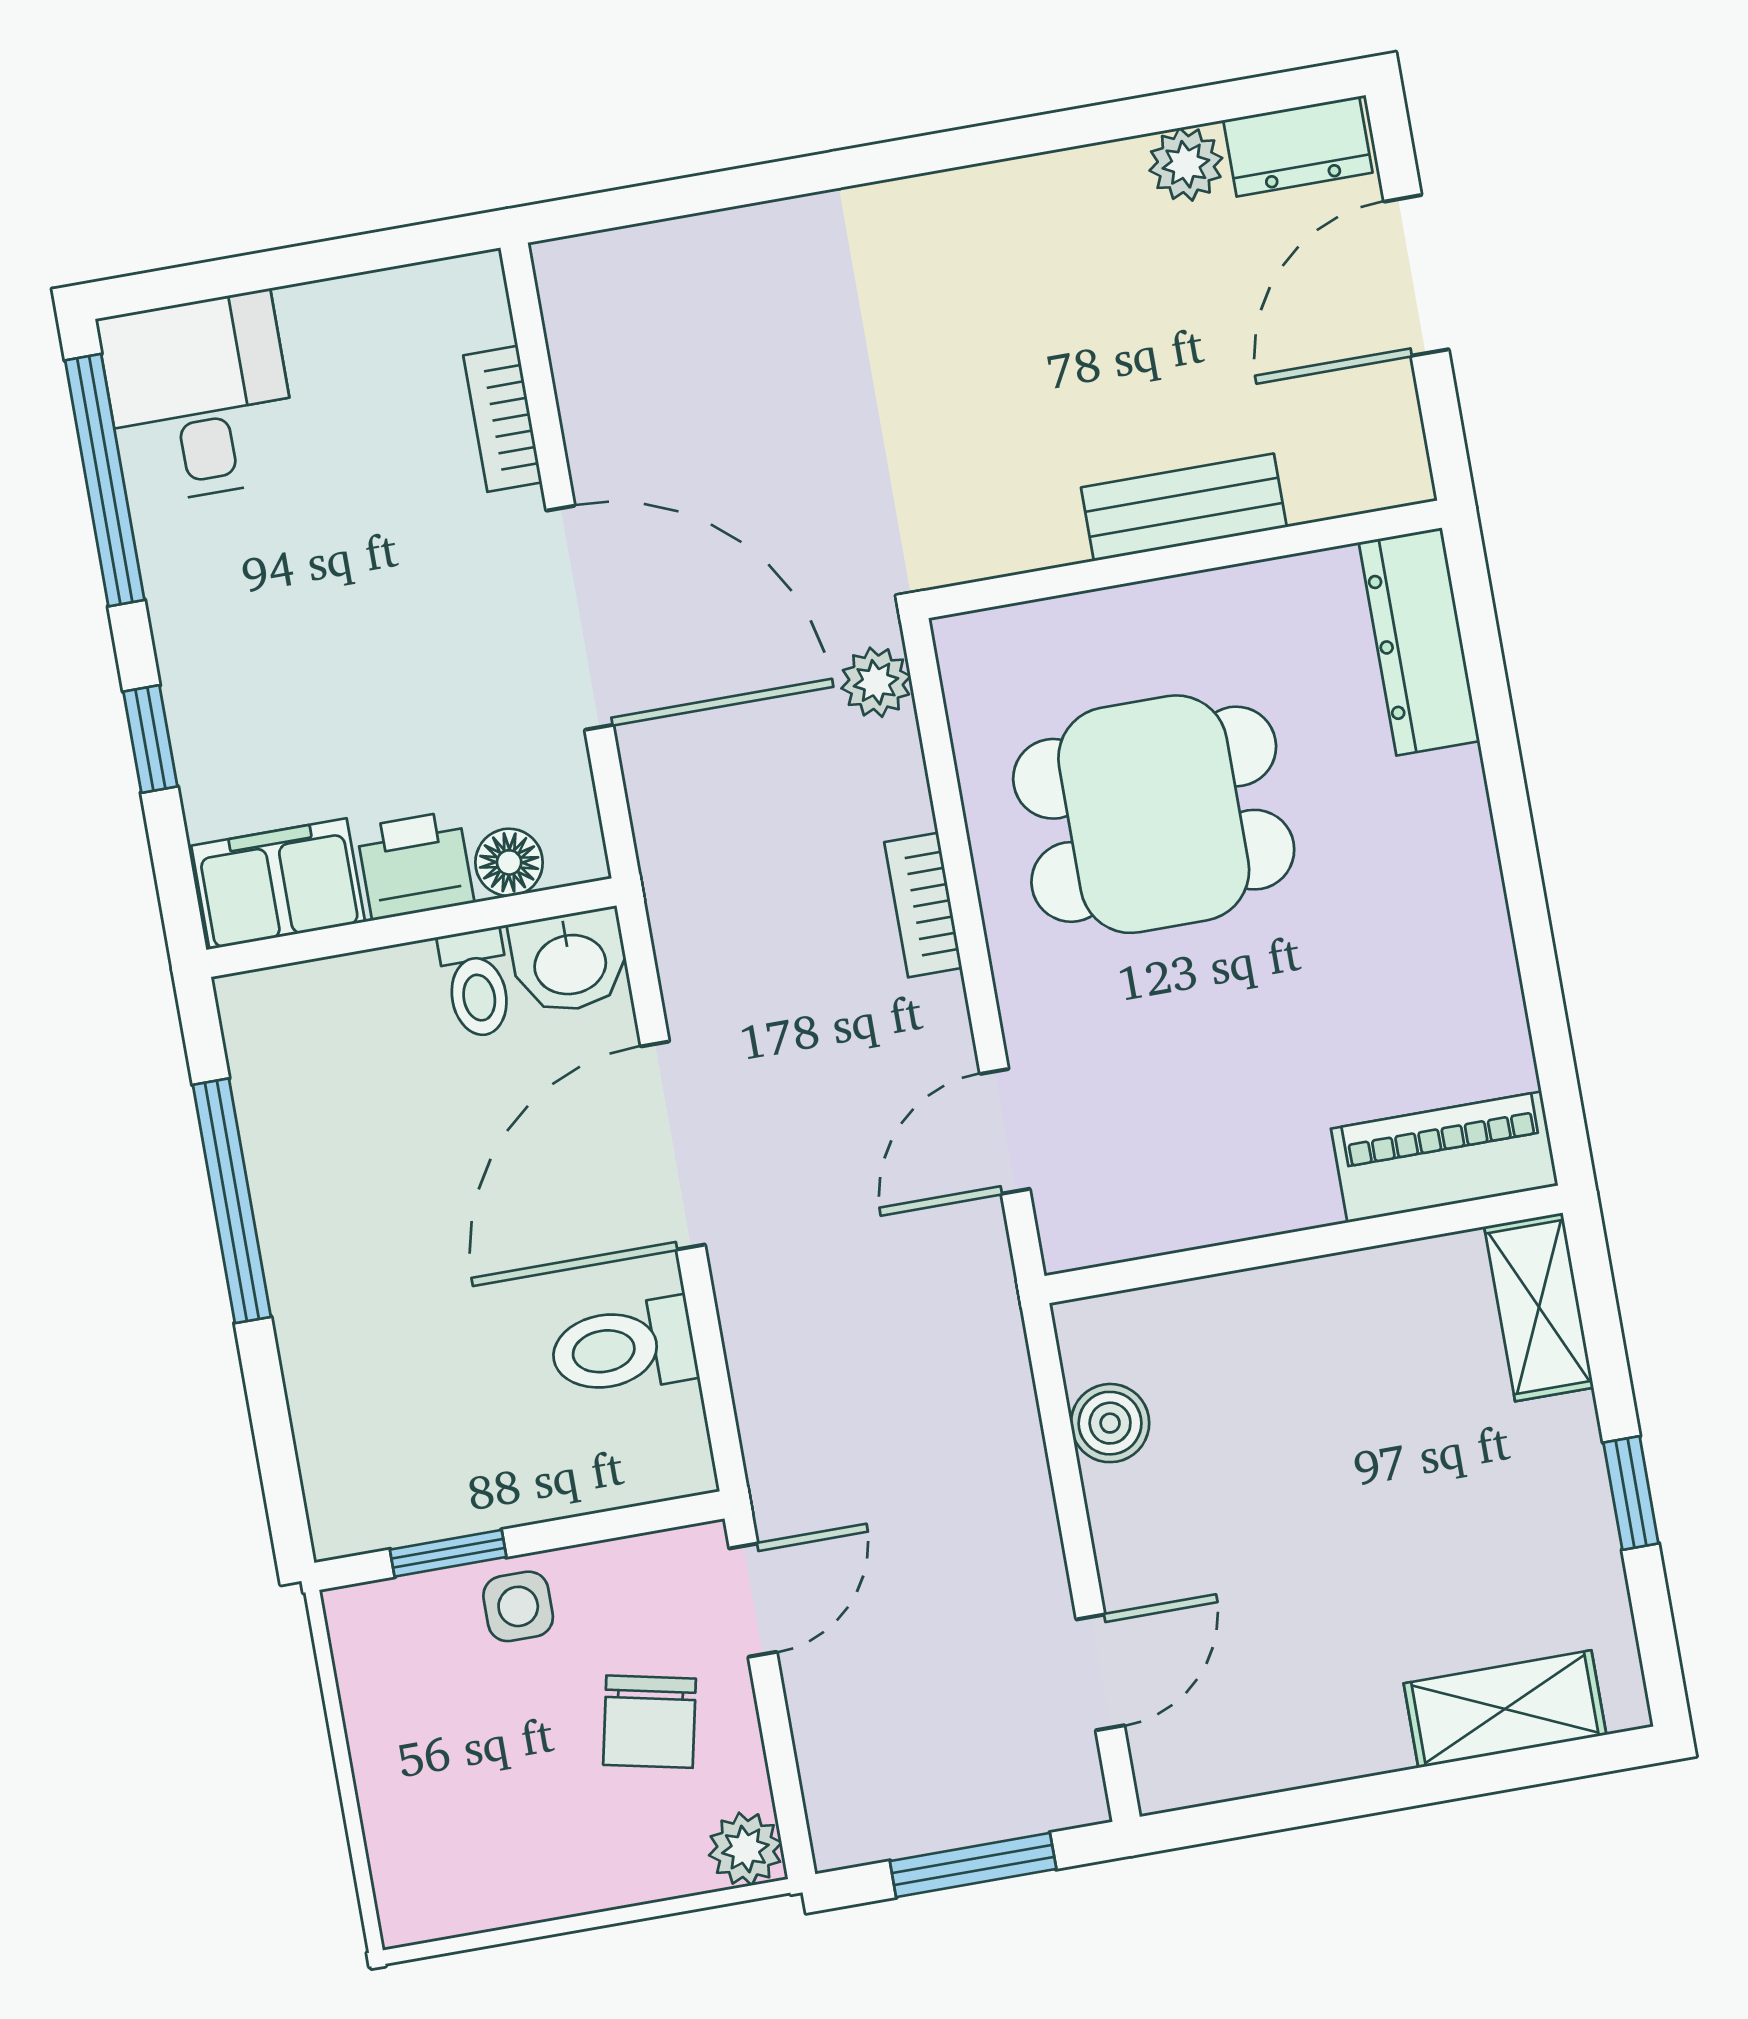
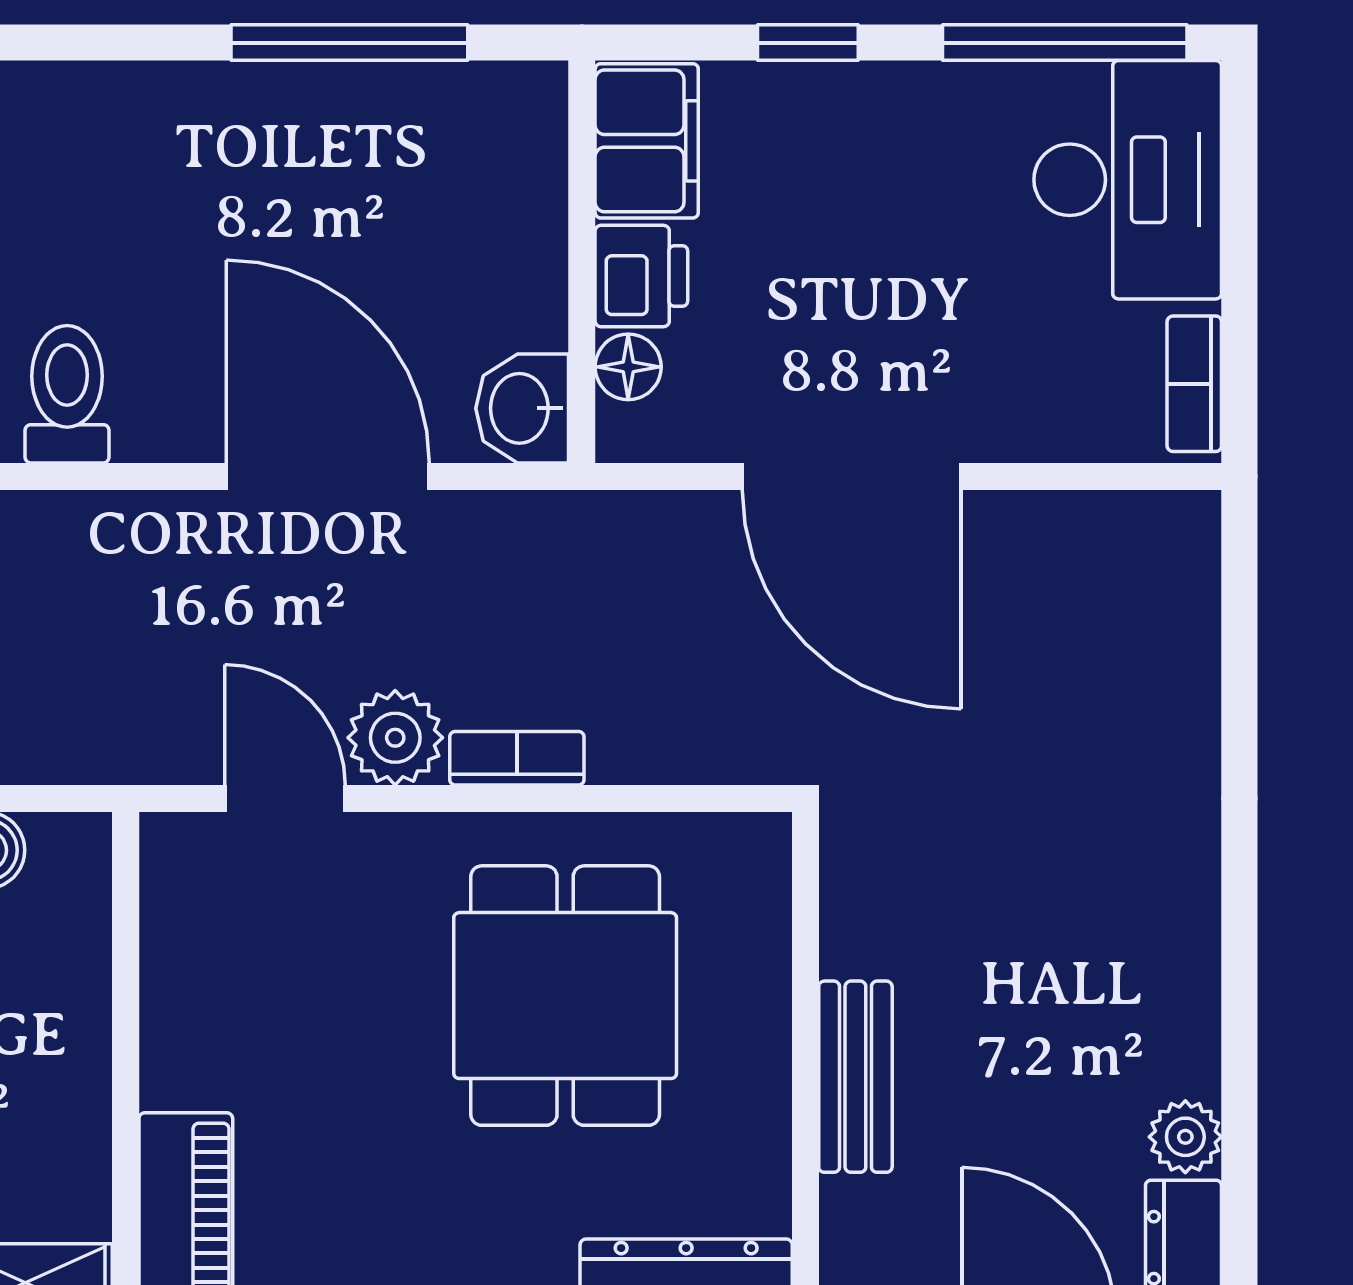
desk: (199, 398) -> (1128, 180), width x1.37
bookcase: (503, 419) -> (1194, 384), moved, turned -90
door: (580, 618) -> (852, 476), hinge flipped
plant: (876, 682) -> (395, 738), moved, width x1.38, depth x1.38
toilet: (477, 983) -> (517, 315), removed
toilet: (623, 1348) -> (67, 394), moved

